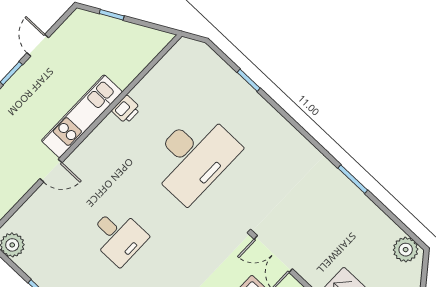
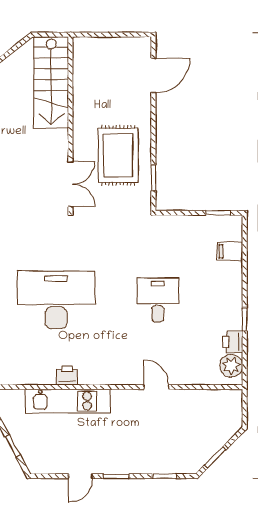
kitchen unit: (82, 116) -> (67, 401), moved
printer: (30, 264) -> (233, 342), added

